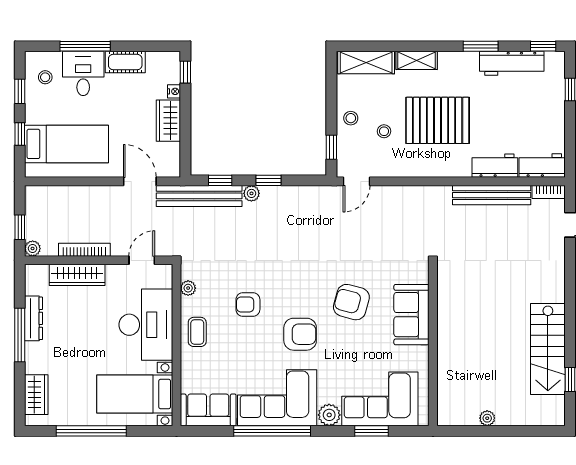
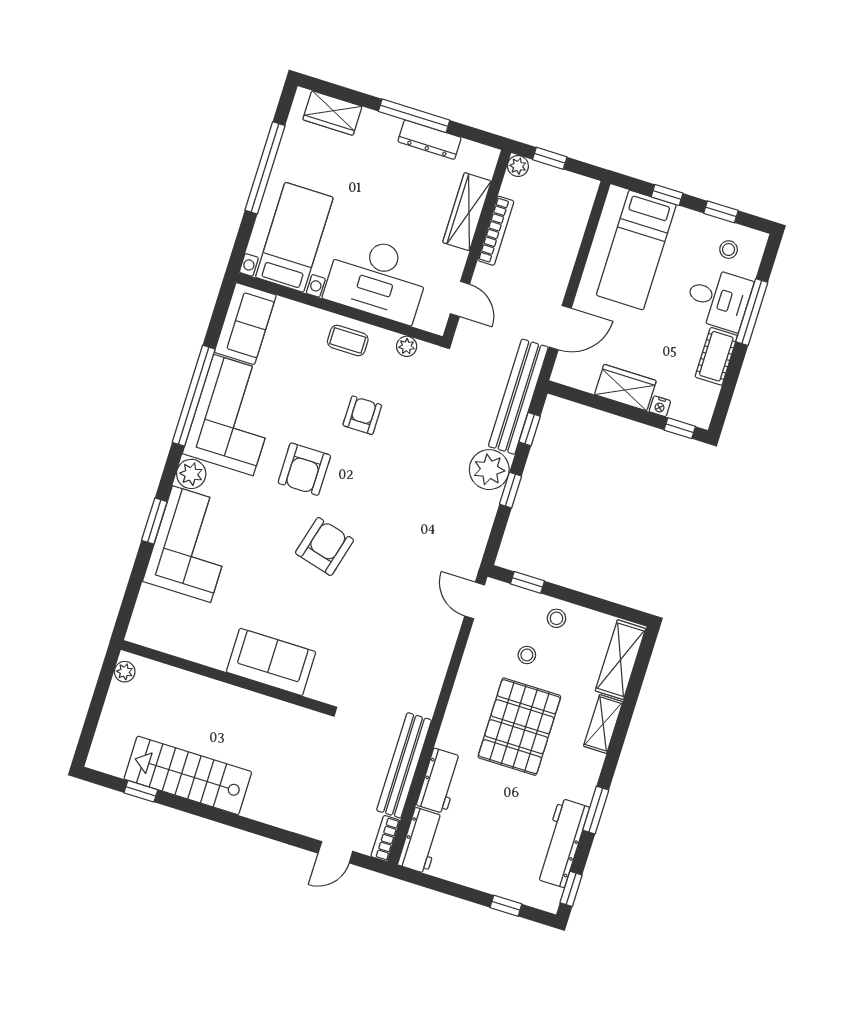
plant: (251, 193) -> (489, 470), width x1.87, depth x1.87
sofa: (411, 315) -> (271, 662), moved
wall: (433, 345) -> (224, 677), moved

